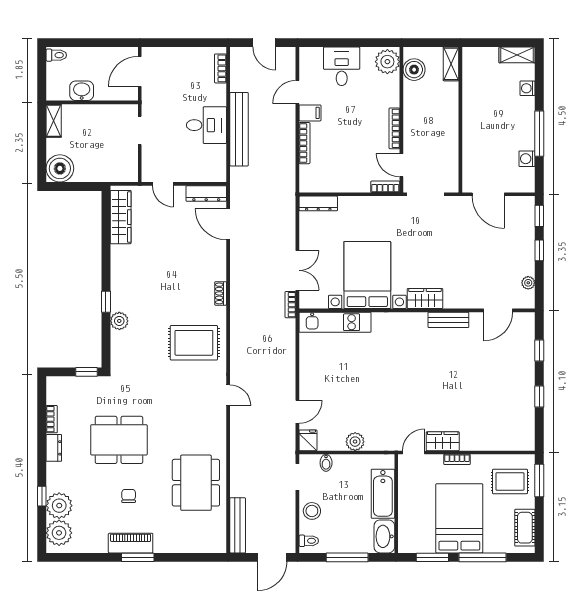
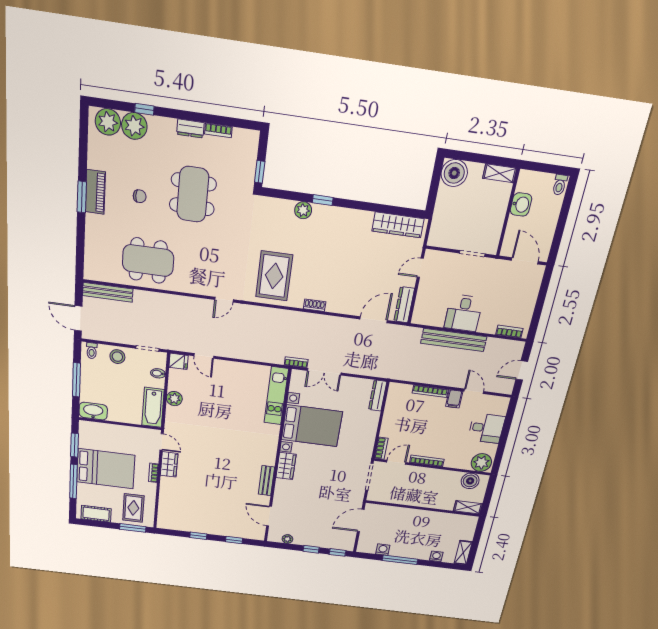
bathtub: (383, 494) -> (153, 407), moved, turned -90

